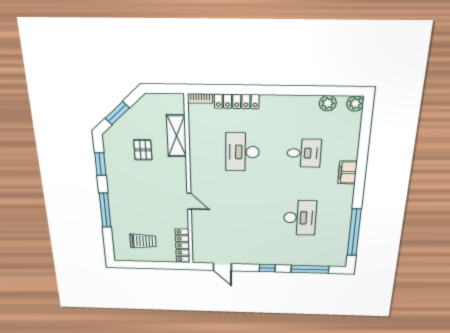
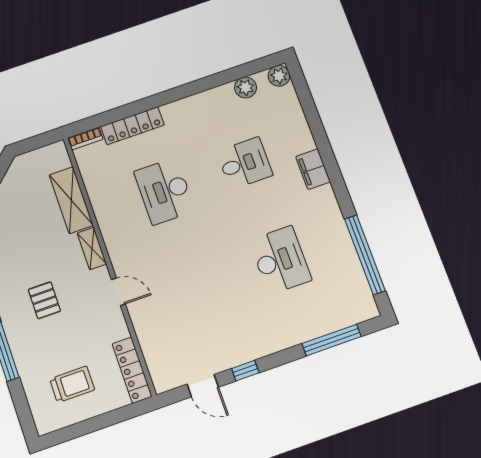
pallet: (143, 150) -> (44, 300), moved
shelving: (181, 171) -> (92, 249), added
window: (267, 268) -> (245, 371), moved

